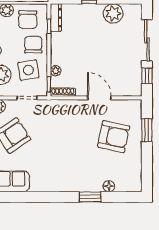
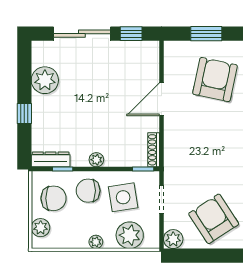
plant: (56, 71) -> (96, 160), moved

